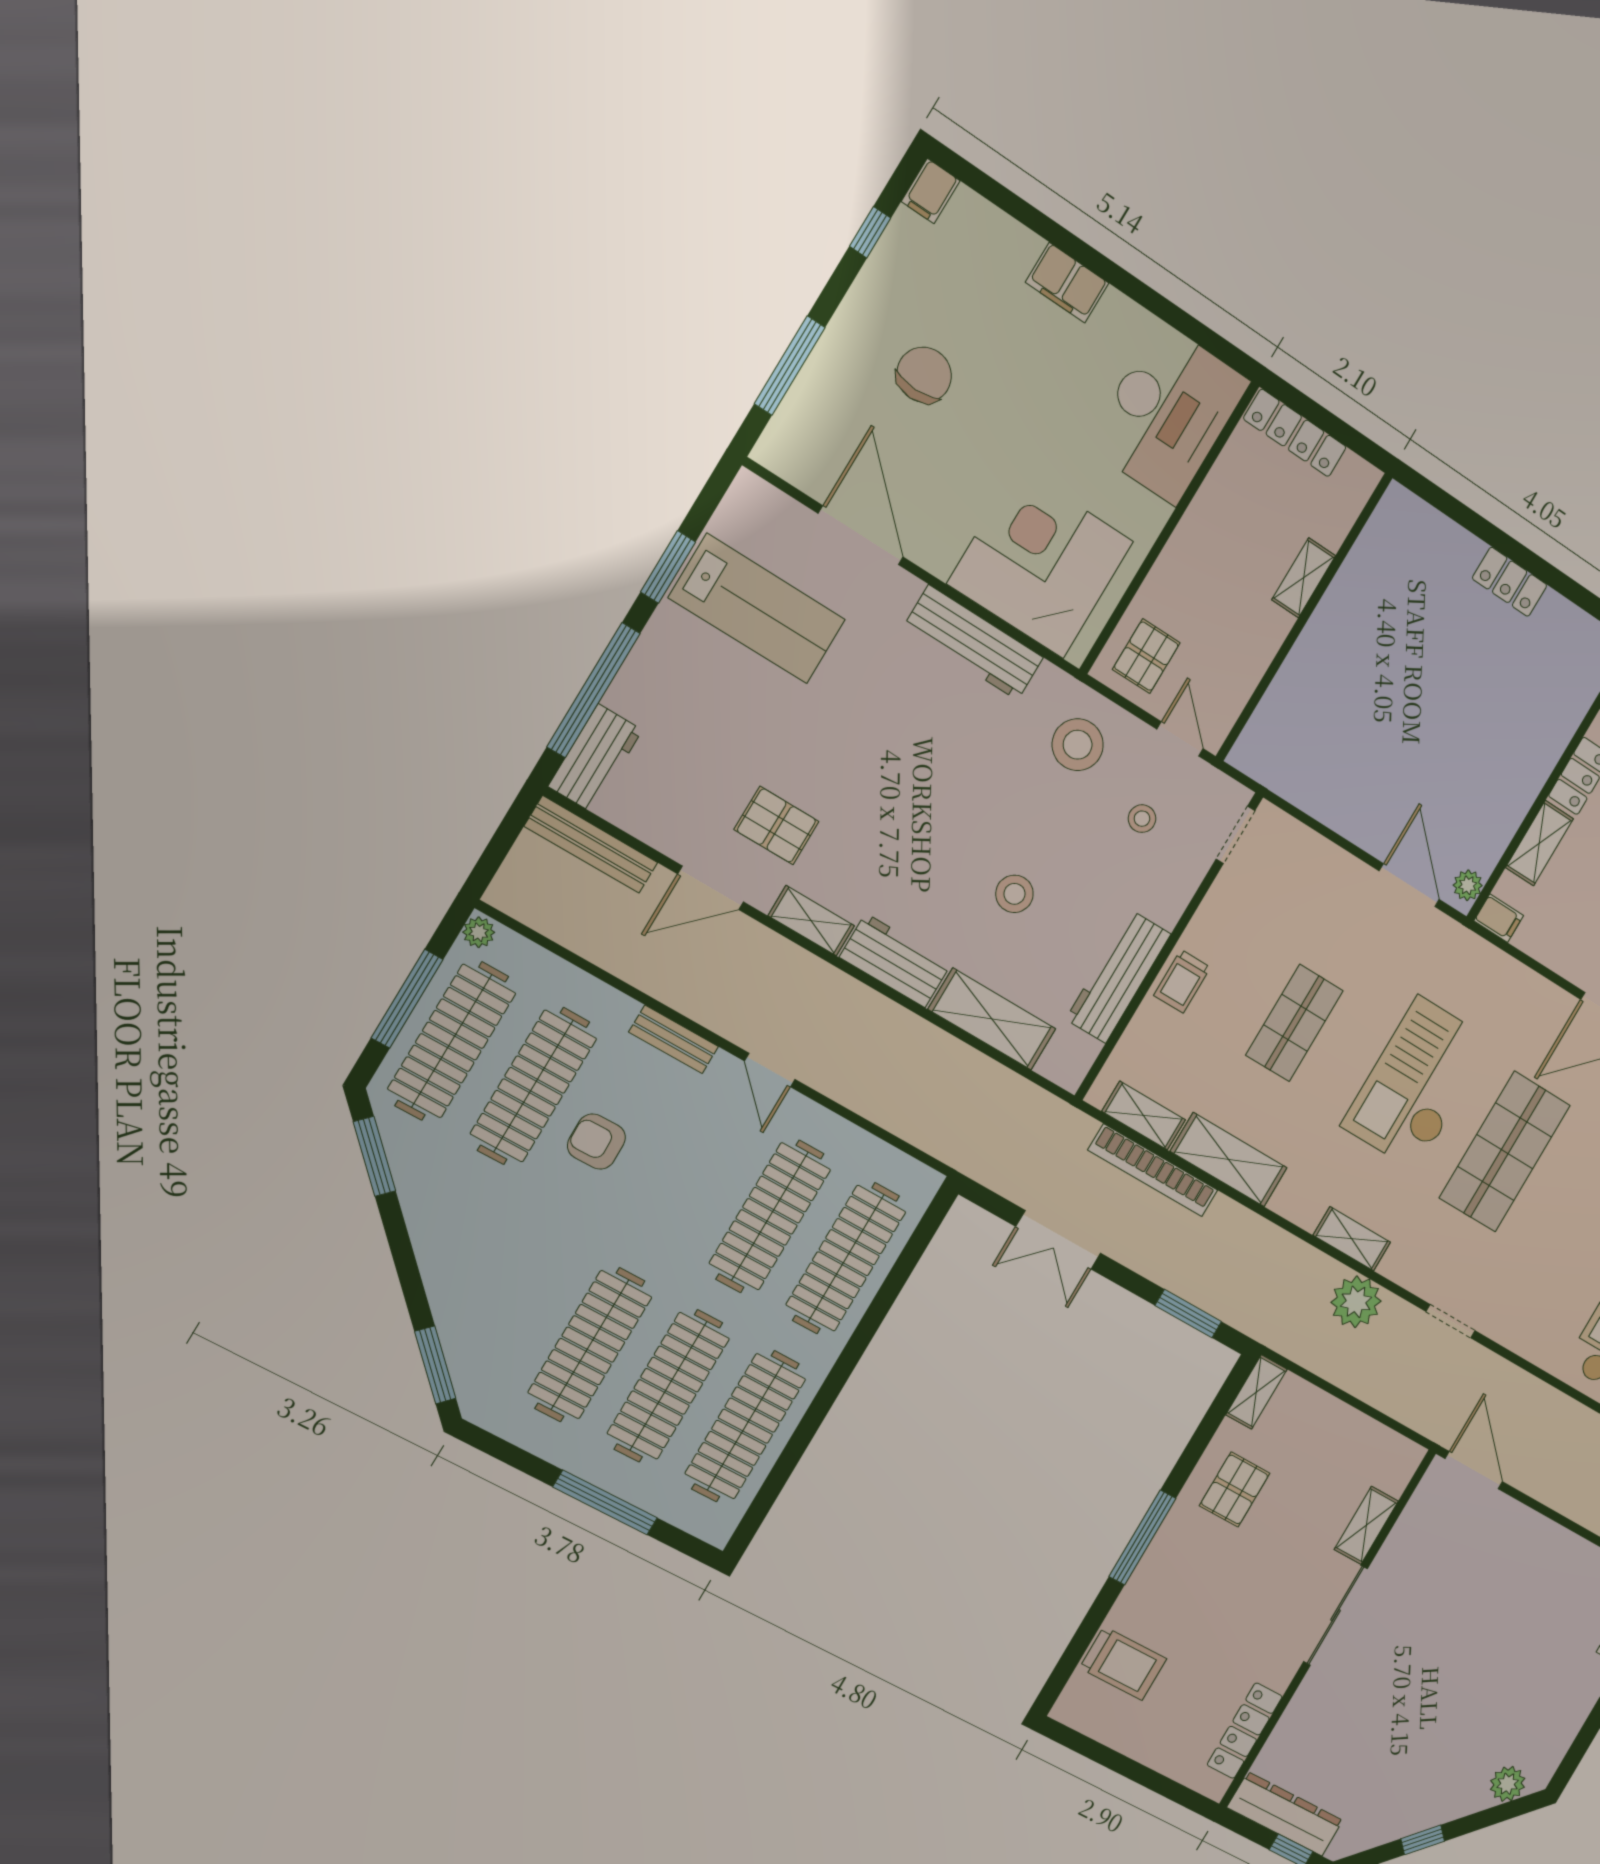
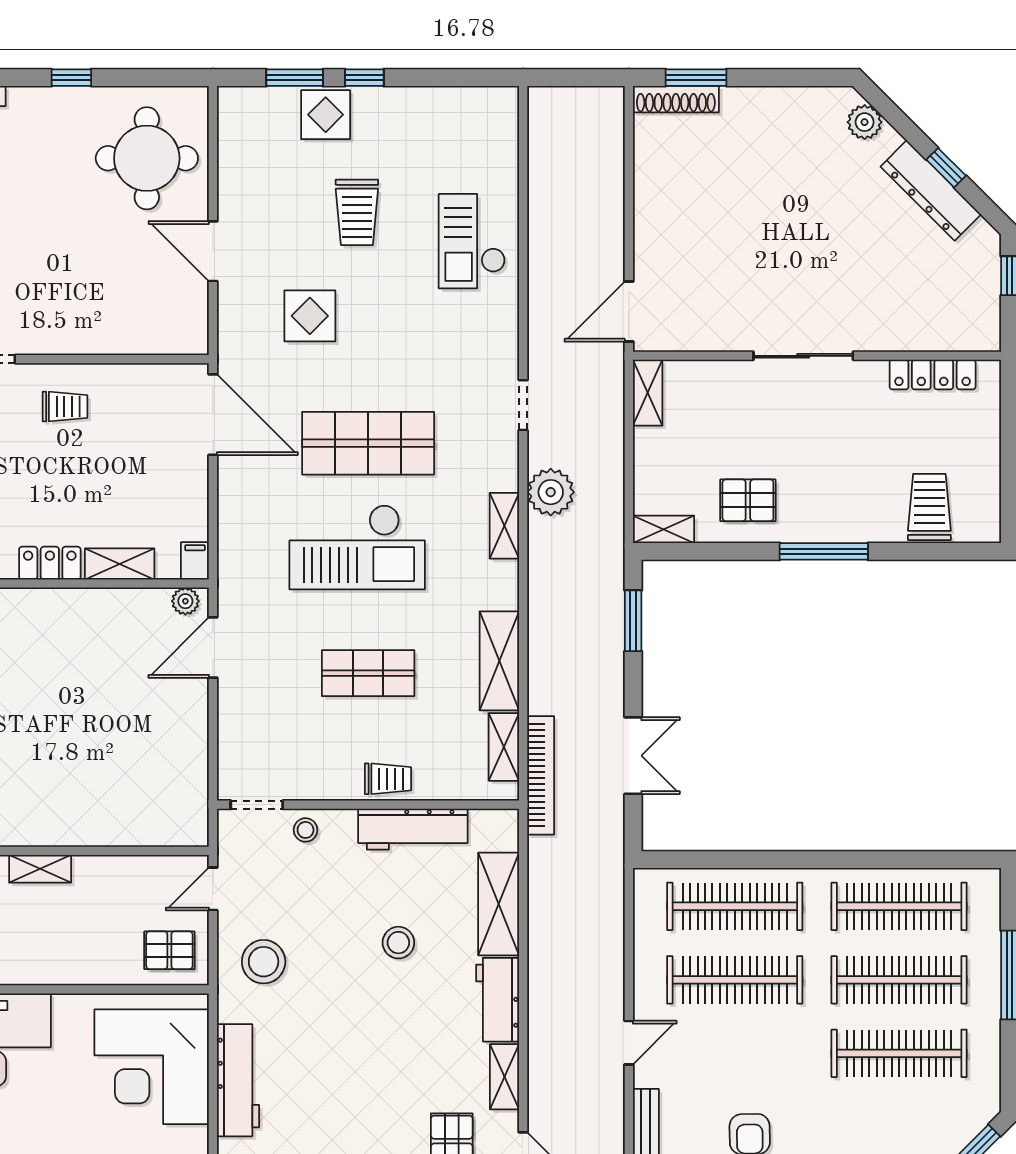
stool: (1142, 819) -> (306, 830), moved
bookcase: (1153, 1170) -> (541, 775), moved
shelving: (1366, 1525) -> (648, 393), moved, turned 90
dresser: (1285, 1814) -> (931, 190), moved, turned -45

